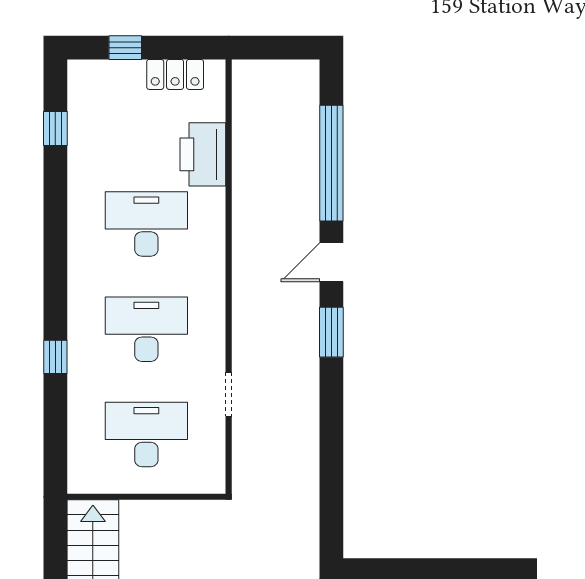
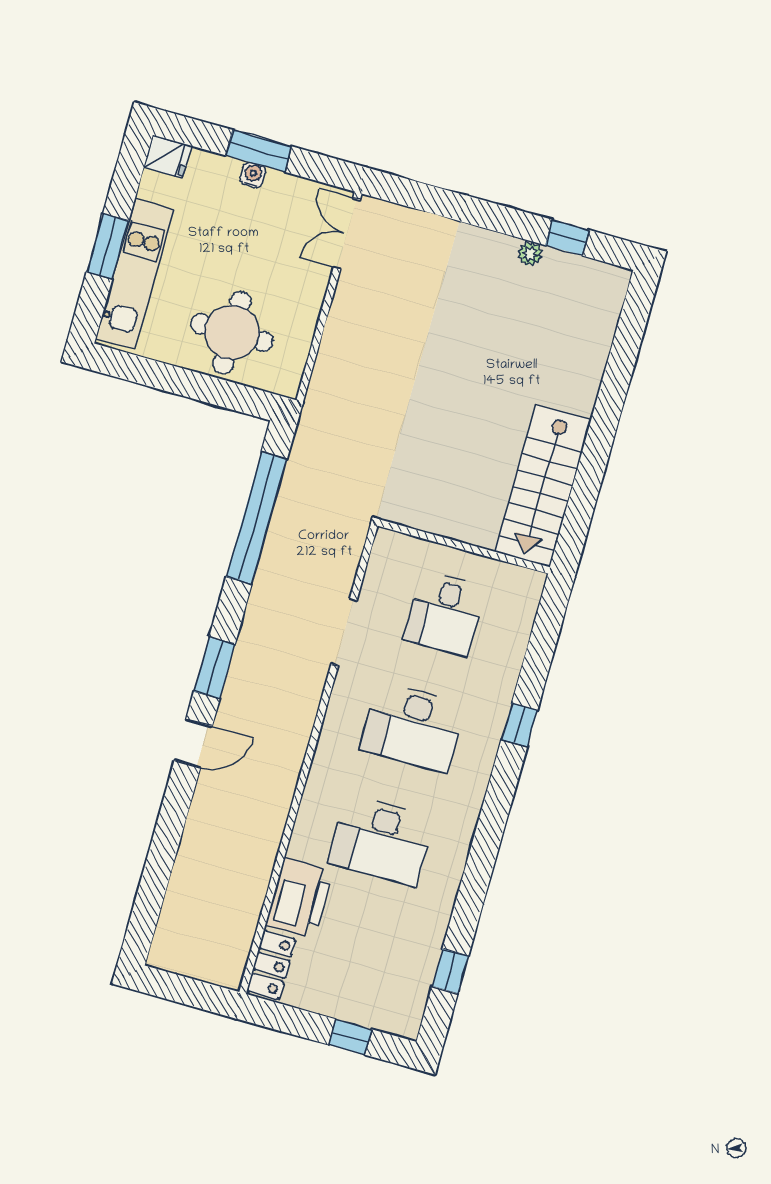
locker: (175, 74) -> (271, 965), moved, turned 90
window: (331, 163) -> (257, 518), moved
doorway: (229, 394) -> (344, 632), width x1.38
desk: (146, 434) -> (445, 614), width x0.73

